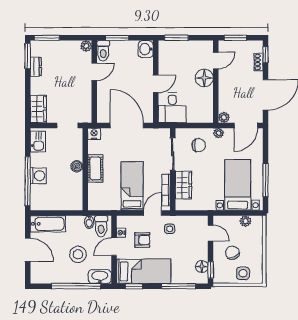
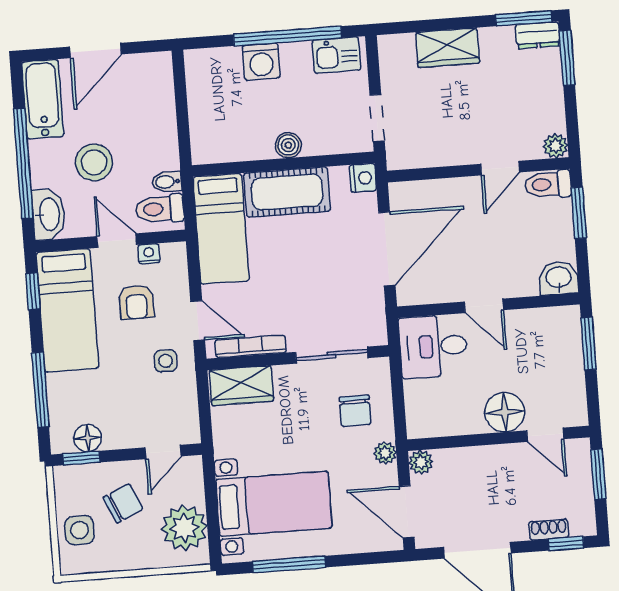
dresser: (36, 67) -> (538, 35), moved
door: (94, 72) -> (500, 168), hinge flipped
wardrobe: (38, 109) -> (447, 48), moved
cot: (95, 168) -> (287, 192), width x1.37, depth x1.34
window: (28, 181) -> (288, 36), moved
wardrobe: (183, 185) -> (241, 386), moved
bed: (132, 186) -> (221, 229), moved, turned 90
plant: (245, 221) -> (184, 528), width x1.88, depth x1.88
bathtub: (48, 224) -> (43, 99), moved, turned 180

